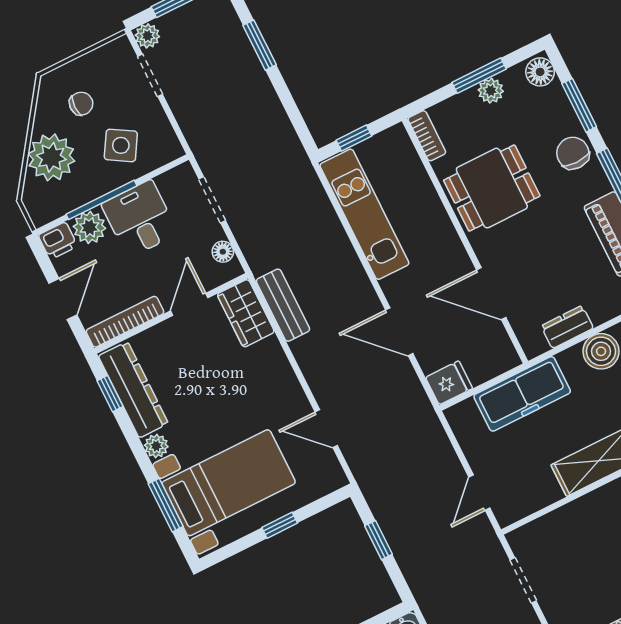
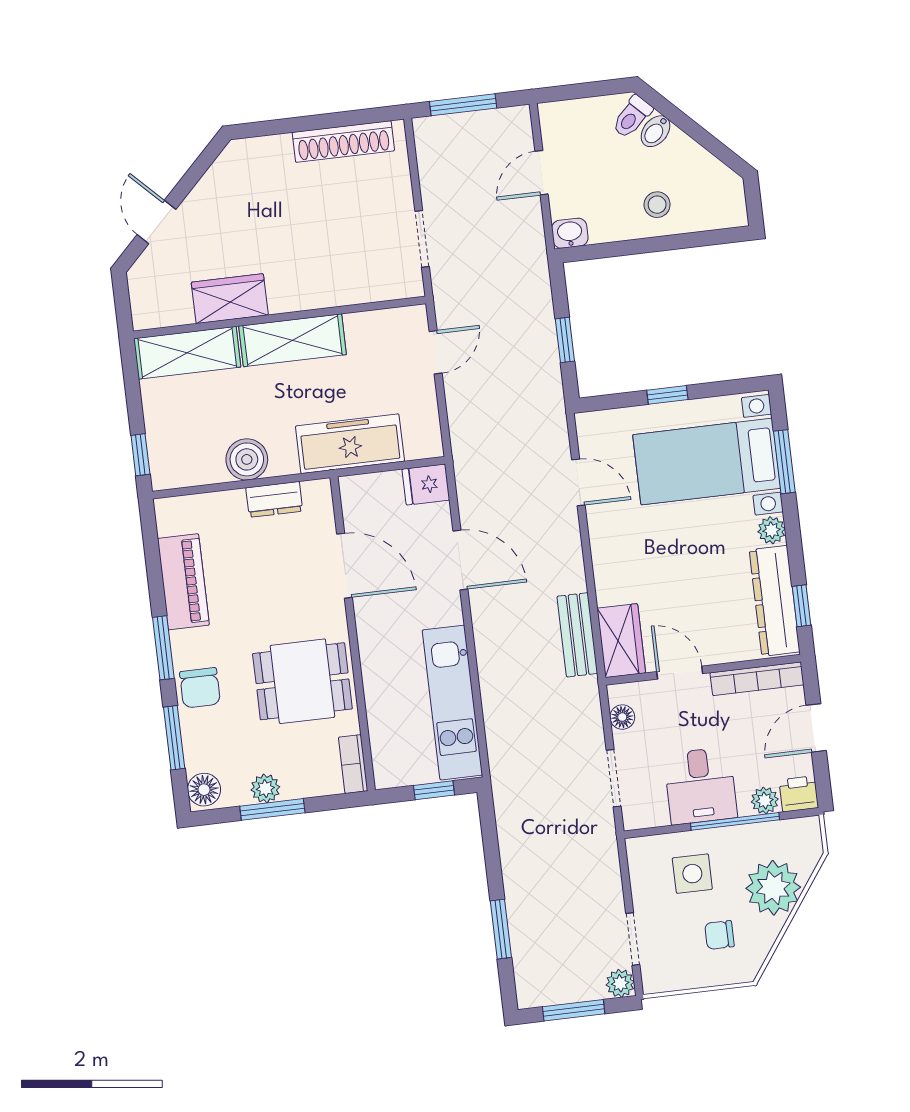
side table: (121, 145) -> (692, 874), turned -31
plant: (89, 227) -> (765, 800), width x0.73, depth x0.73
door: (189, 304) -> (680, 673), swing flipped

